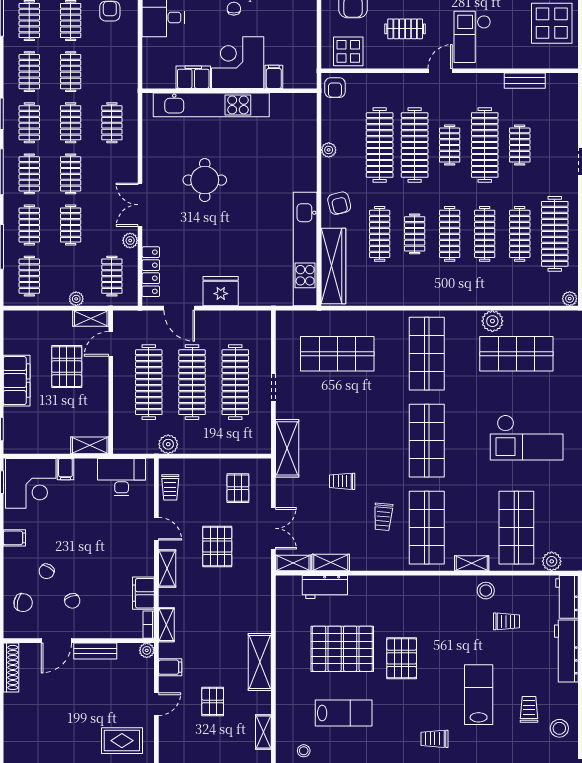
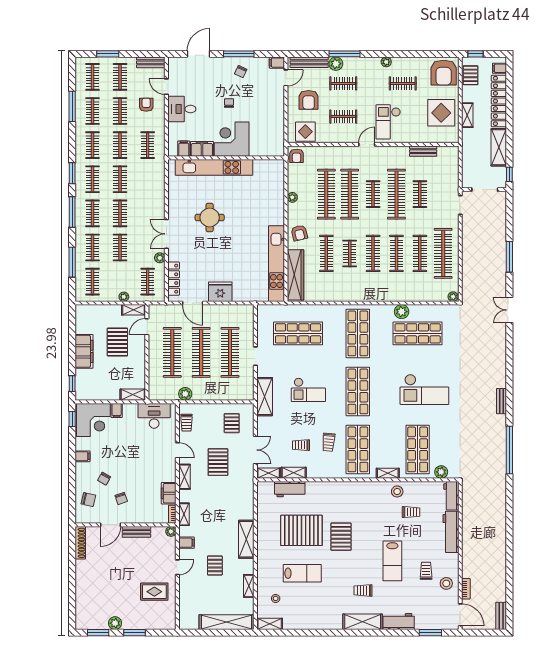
filing cabinet: (274, 77) -> (184, 149), moved
clothes rail: (112, 123) -> (148, 145), moved
checkout: (353, 438) -> (308, 390), added
trolley: (342, 481) -> (301, 445), moved
lab bench: (479, 695) -> (392, 561), turned 180

